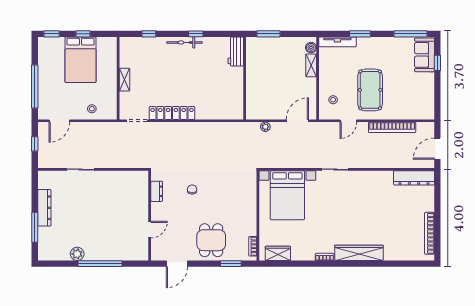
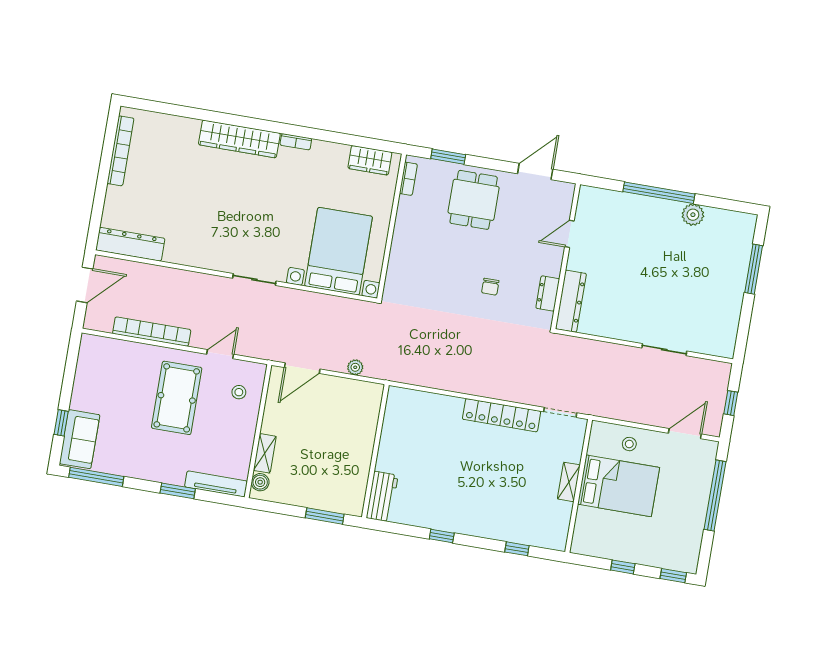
bicycle: (184, 42) -> (462, 525), removed
bed: (81, 60) -> (619, 486), moved, turned 90
dresser: (44, 208) -> (571, 301), moved, turned 180

